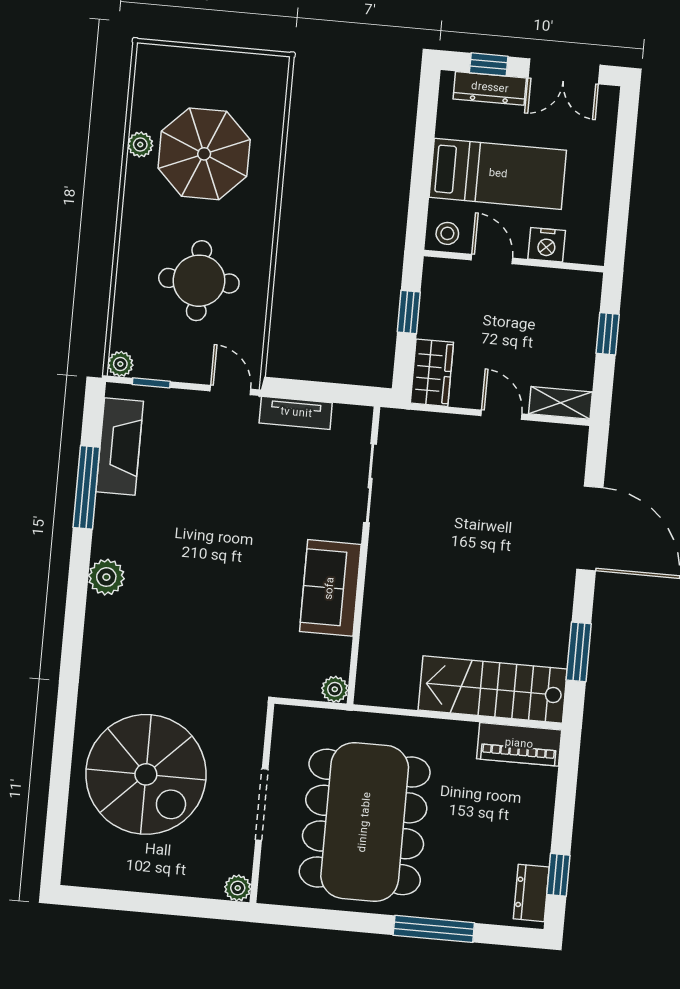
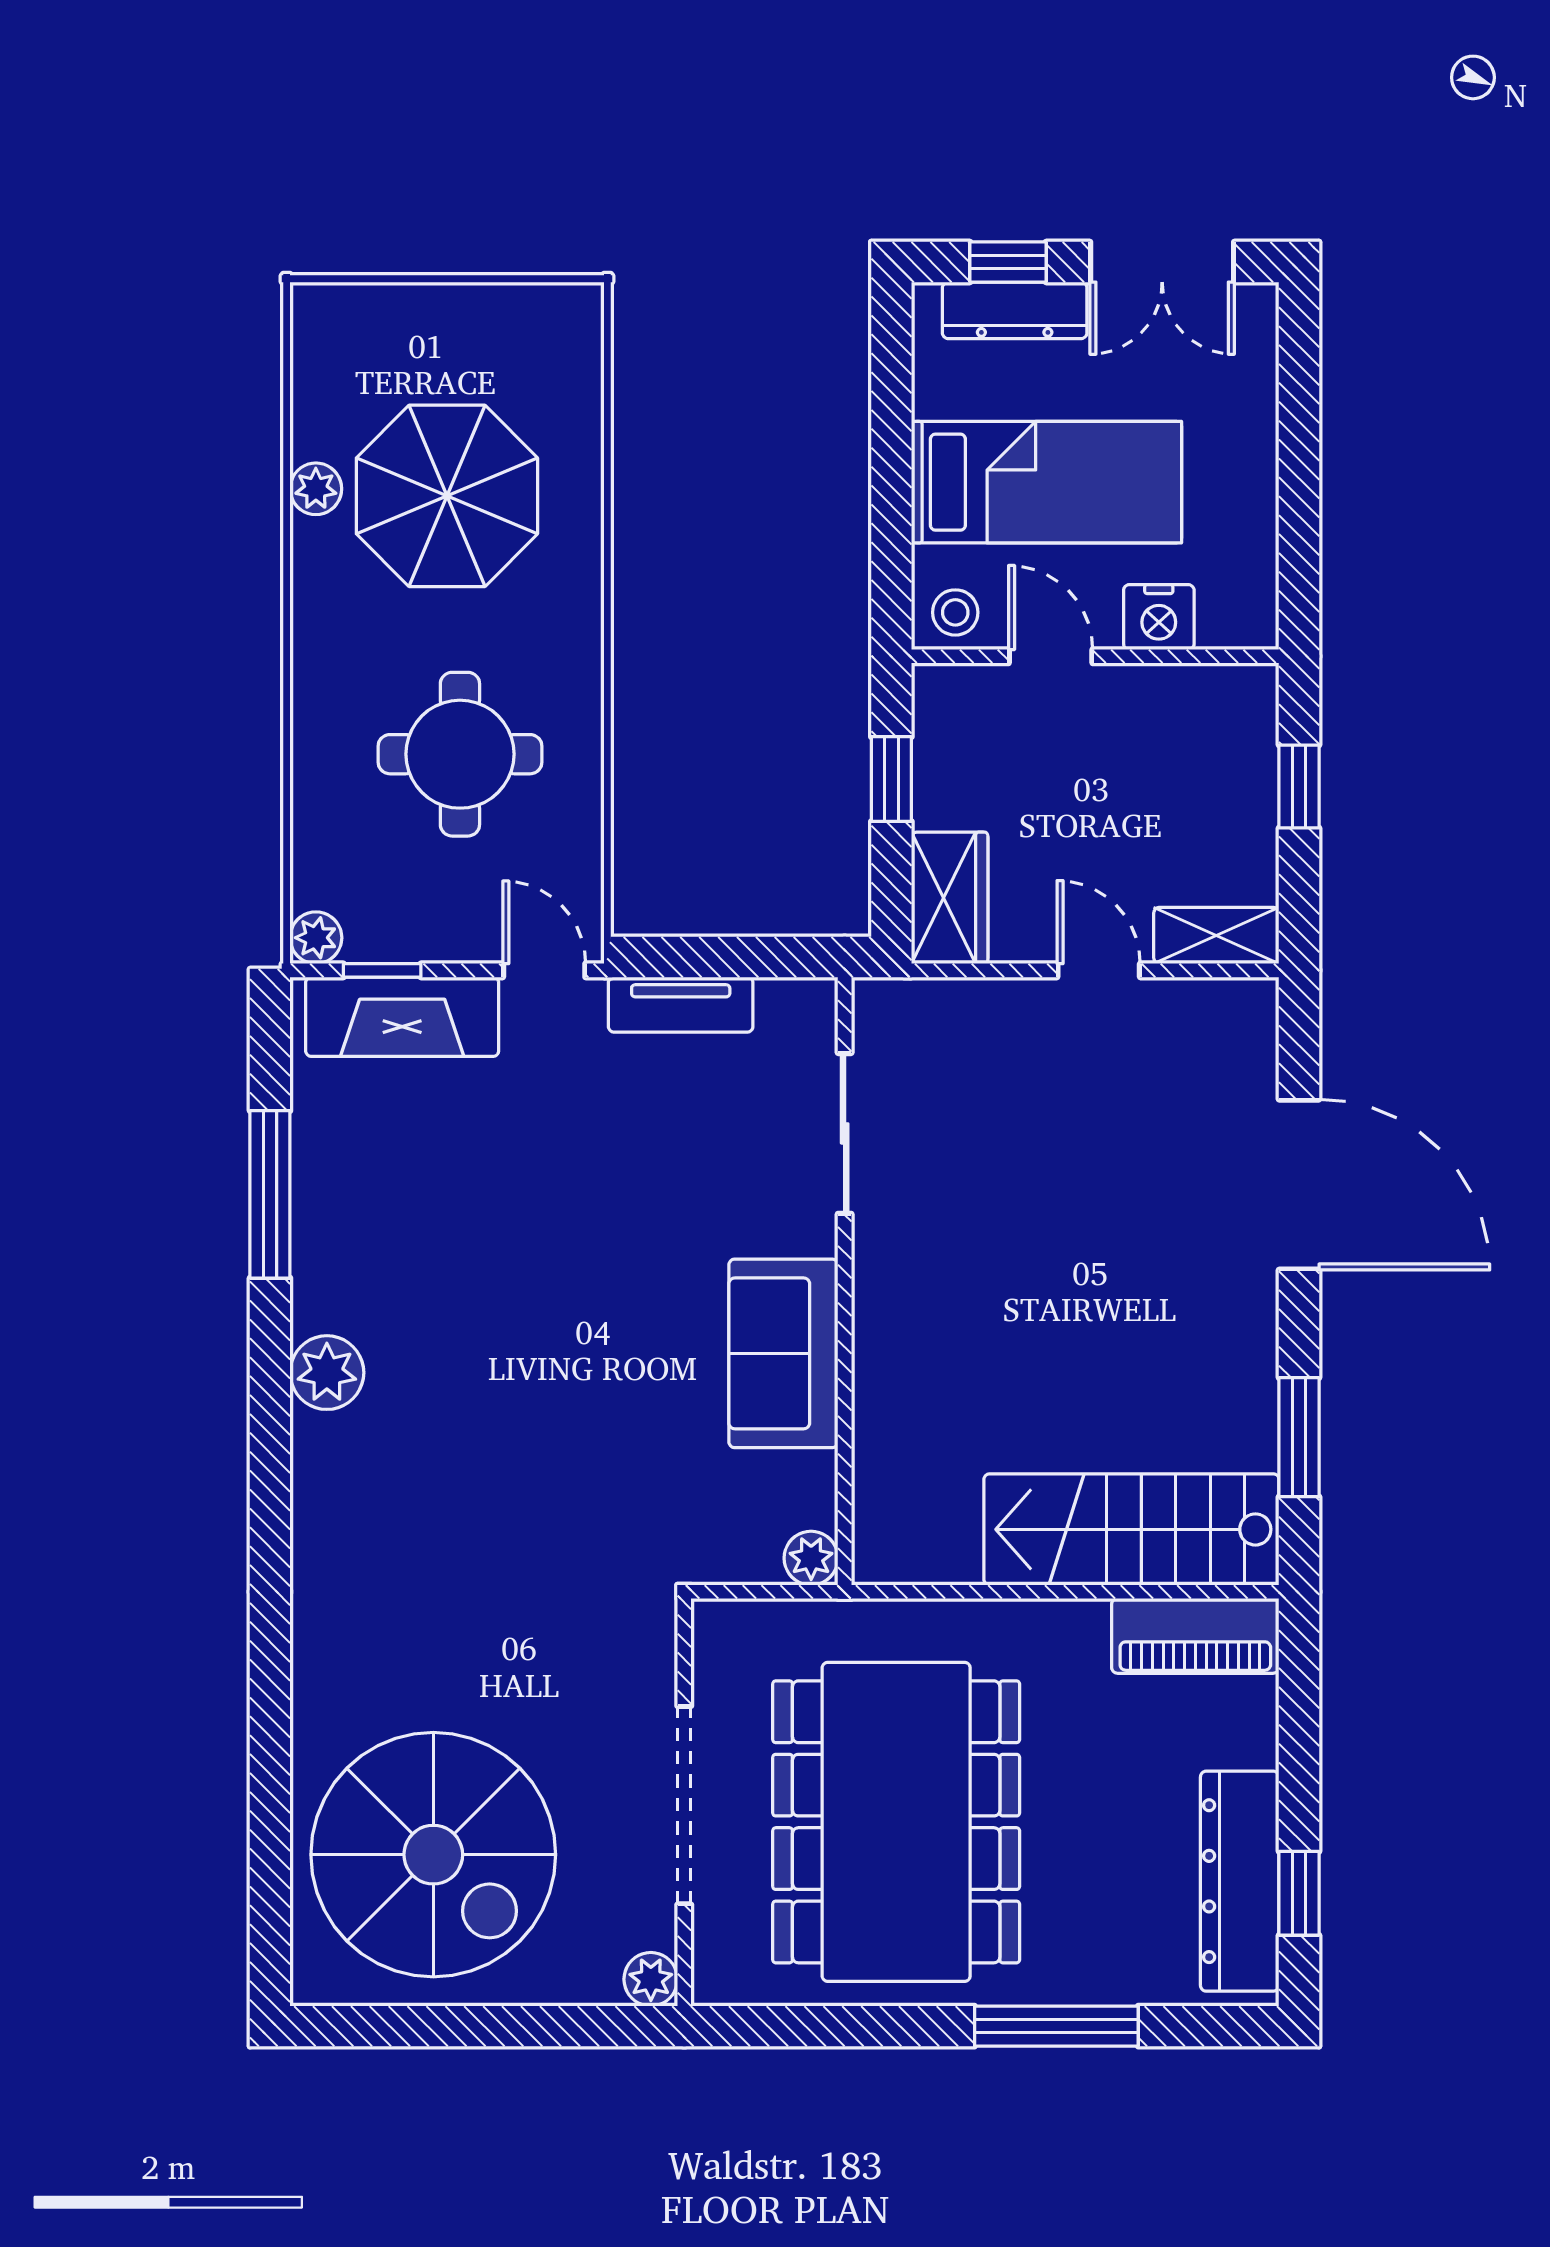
fireplace: (120, 446) -> (402, 1017), moved, turned 90
spiral stairs: (146, 774) -> (433, 1855), moved
doorway: (262, 804) -> (684, 1805), width x1.36
dresser: (531, 893) -> (1240, 1881), width x1.96, depth x1.24

